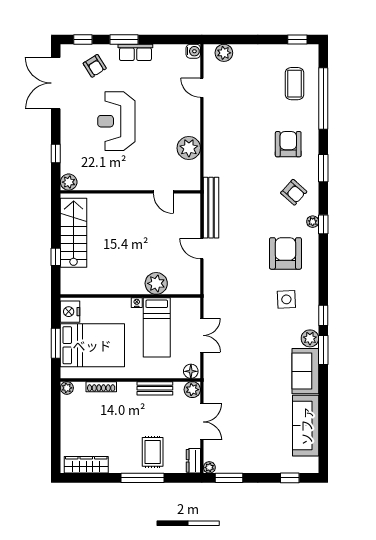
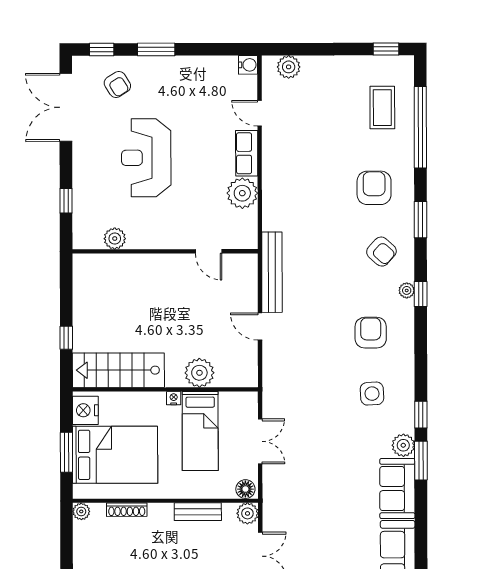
row of seats: (135, 52) -> (247, 153), moved, turned 90
plant: (69, 182) -> (115, 239), moved
stairs: (74, 233) -> (118, 370), moved, turned -90
armchair: (285, 253) -> (371, 333), width x0.73, depth x0.73

